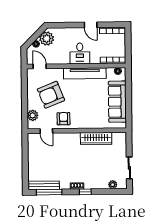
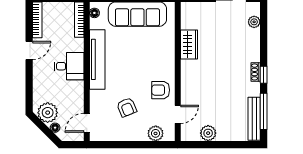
armchair: (51, 95) -> (127, 107), width x0.53, depth x0.53
wardrobe: (96, 138) -> (189, 45), width x0.67
plant: (33, 153) -> (208, 133), added
window: (85, 192) -> (264, 75), moved

